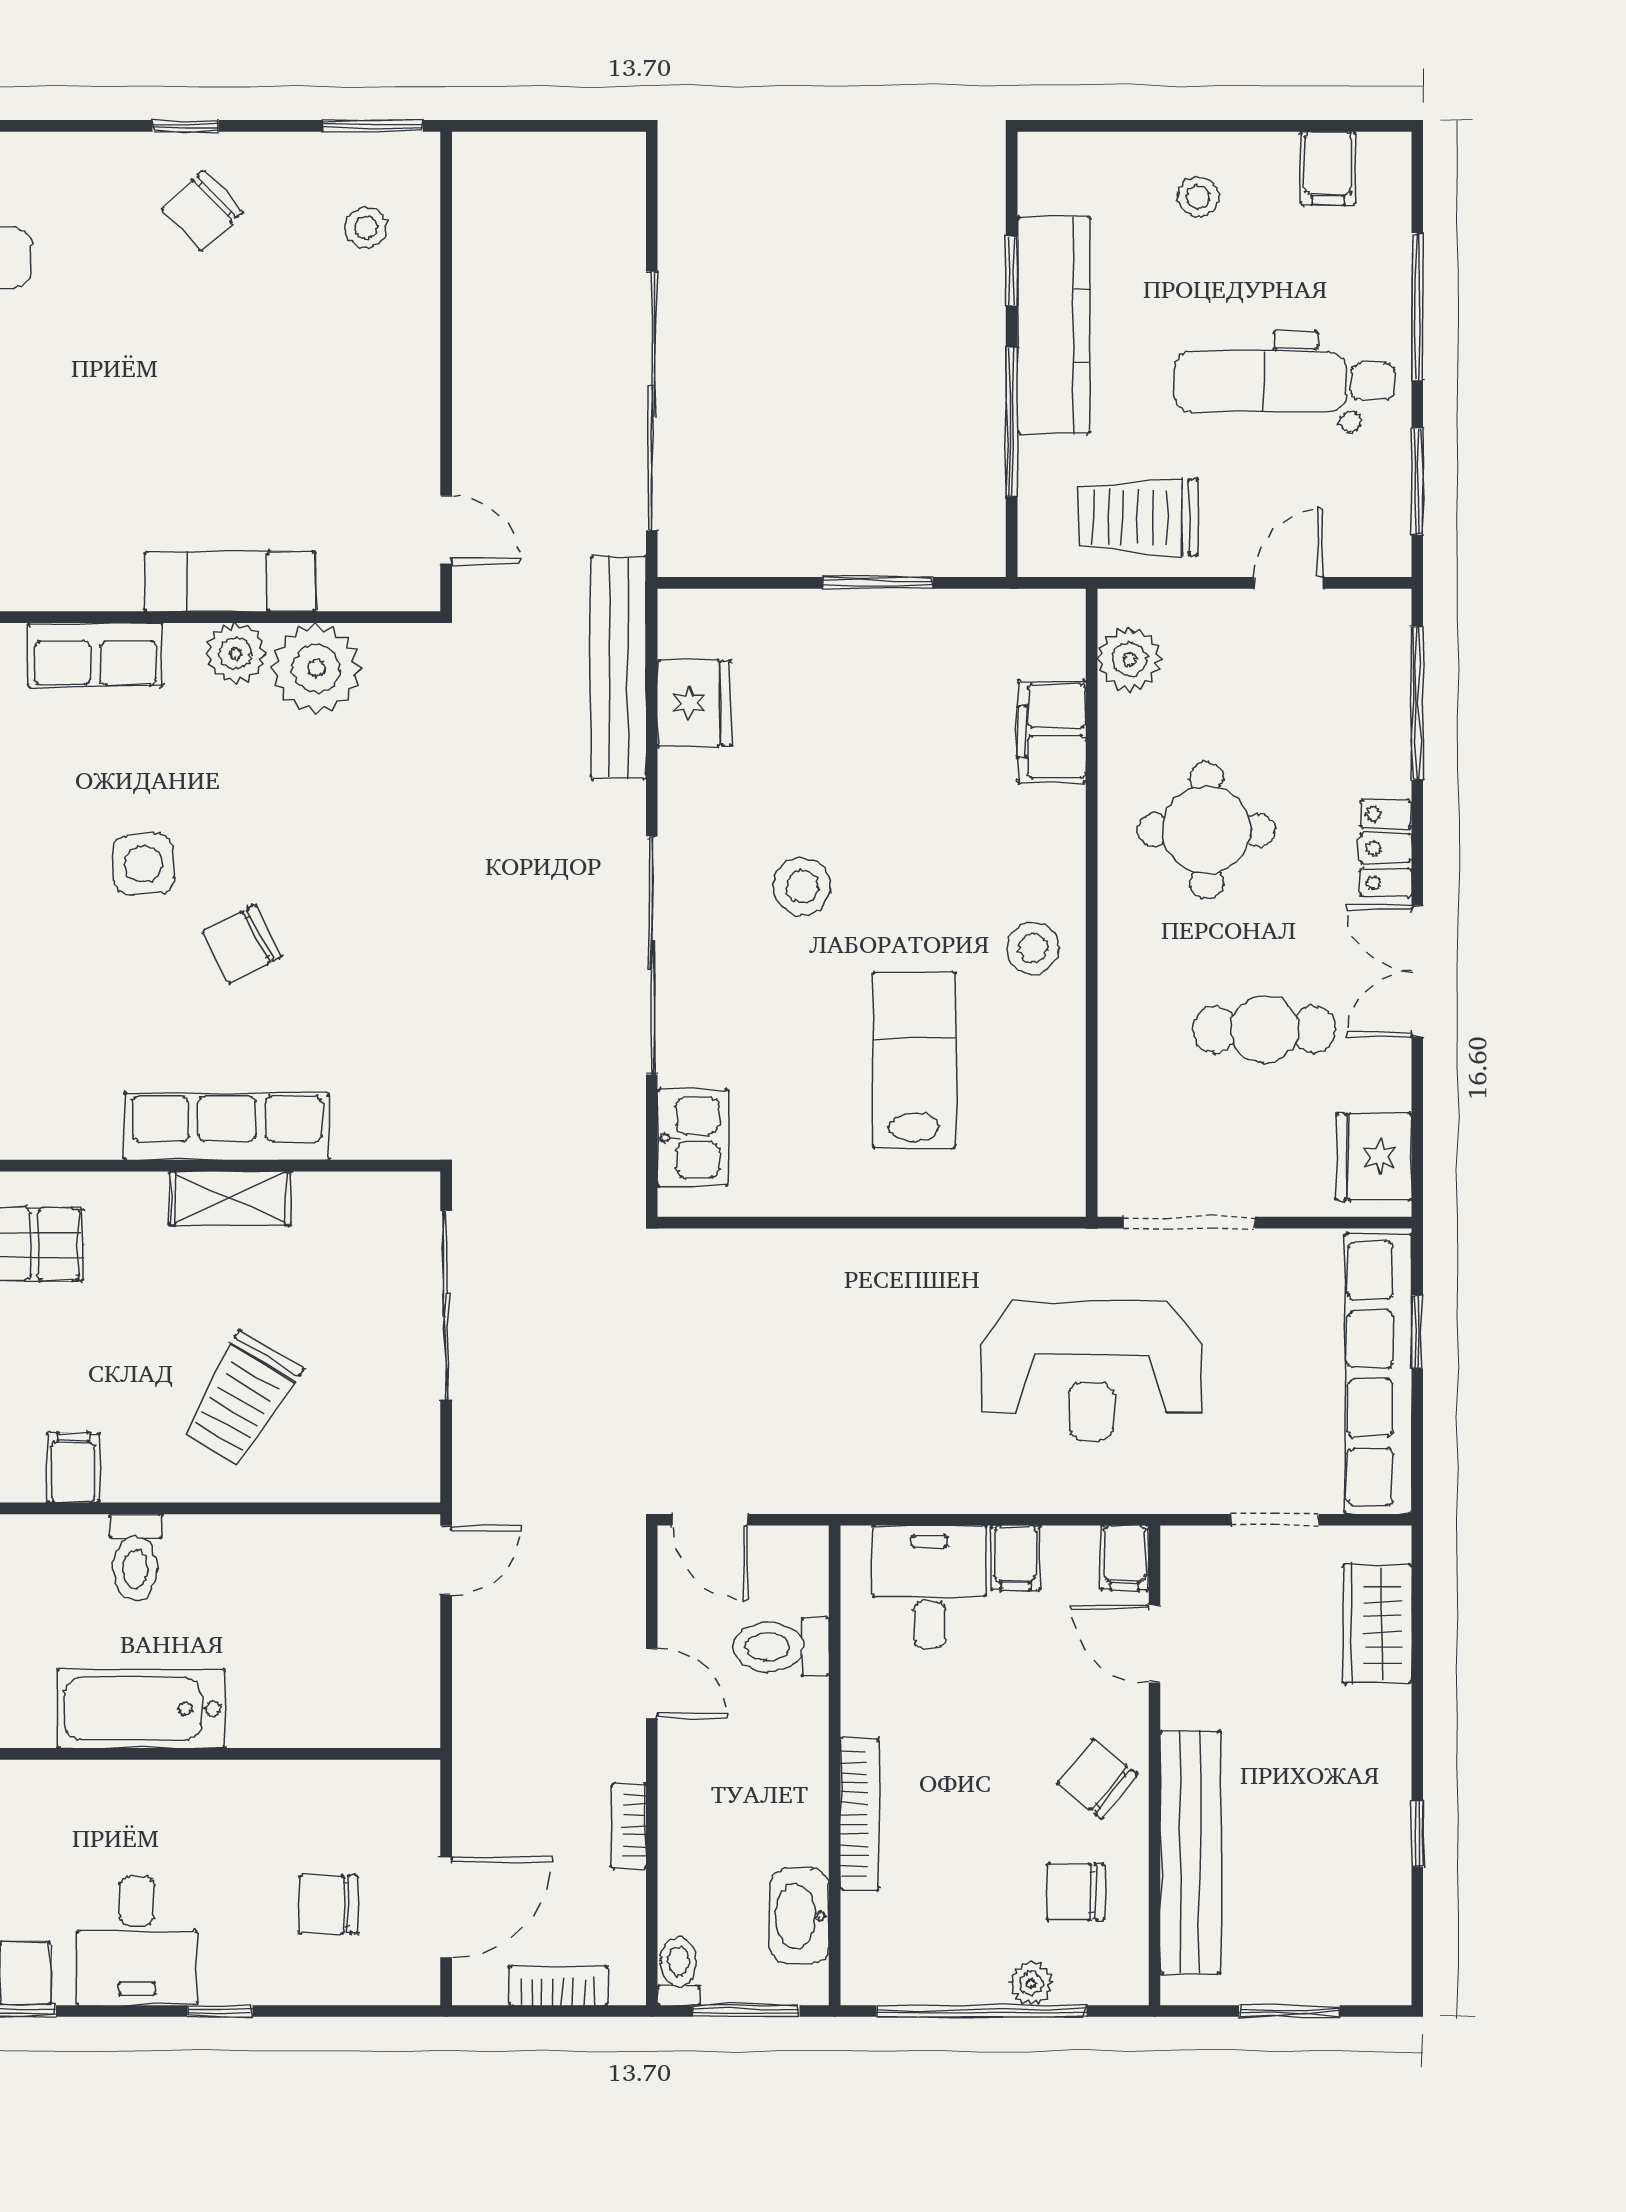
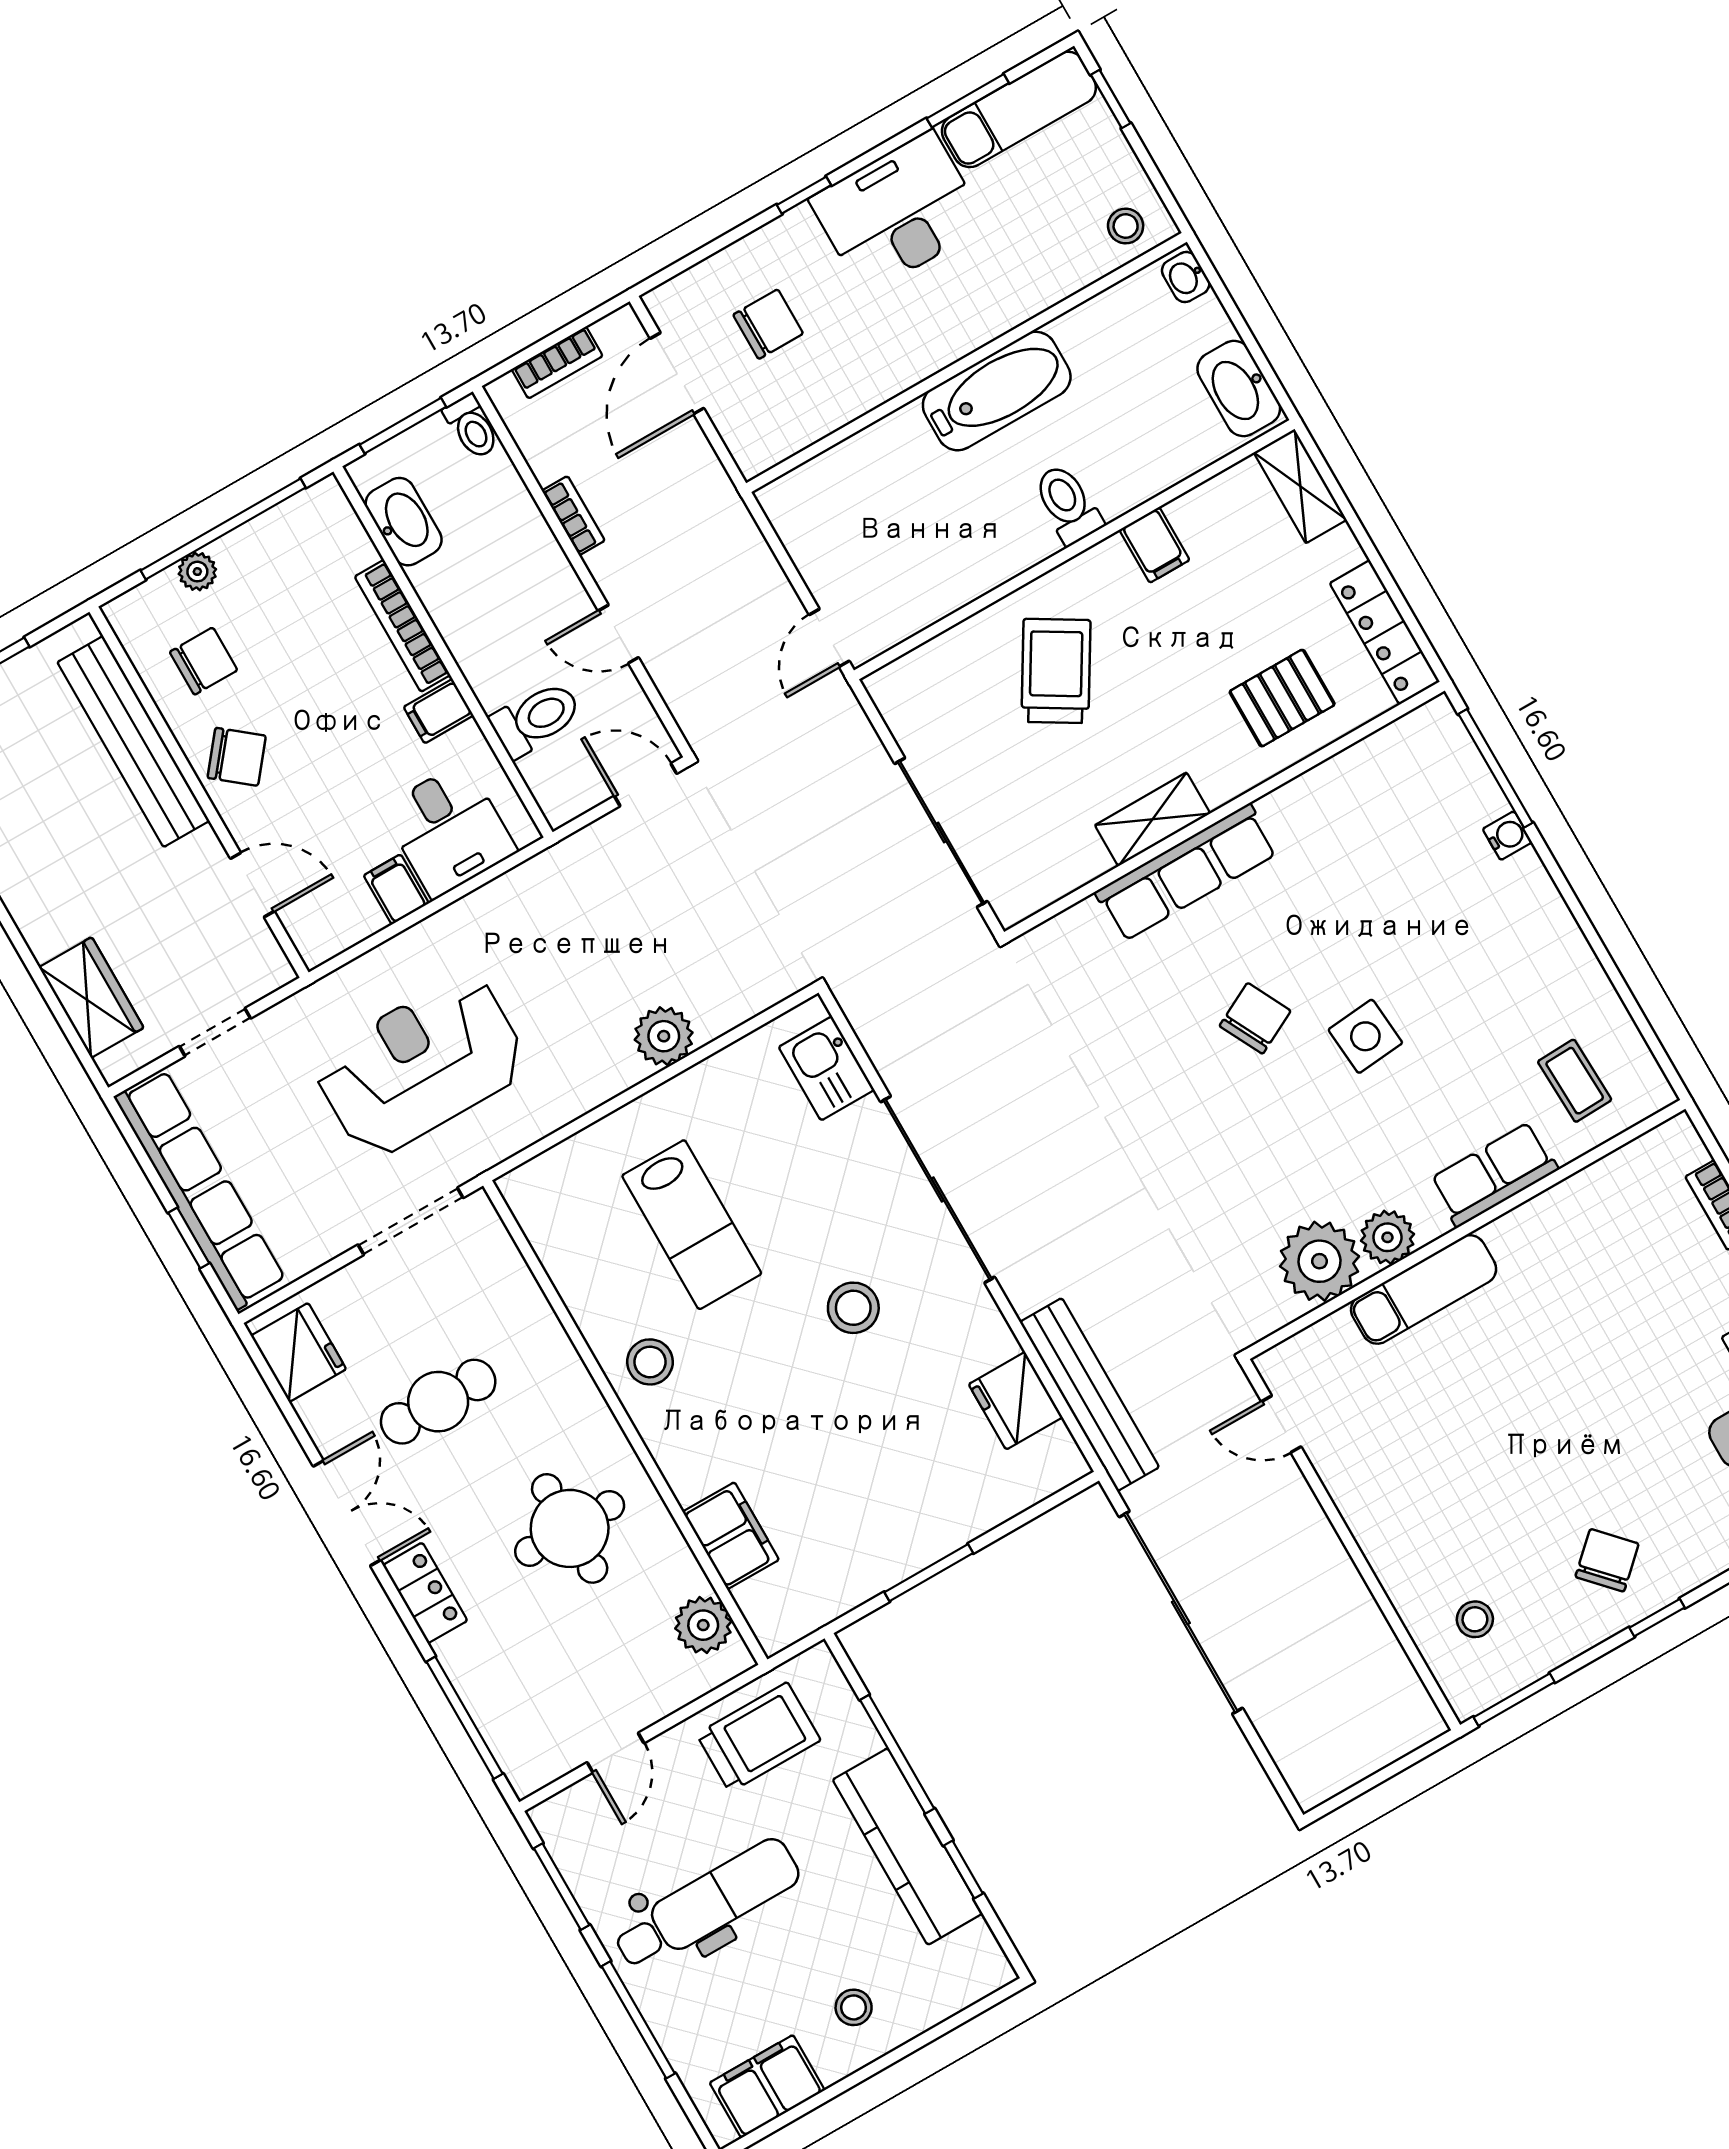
filing cabinet: (1328, 168) -> (767, 2086), width x2.00
plant: (835, 1262) -> (664, 1036), added
filing cabinet: (1125, 1558) -> (439, 711), moved, turned -90
desk: (137, 1941) -> (898, 212), width x1.37

